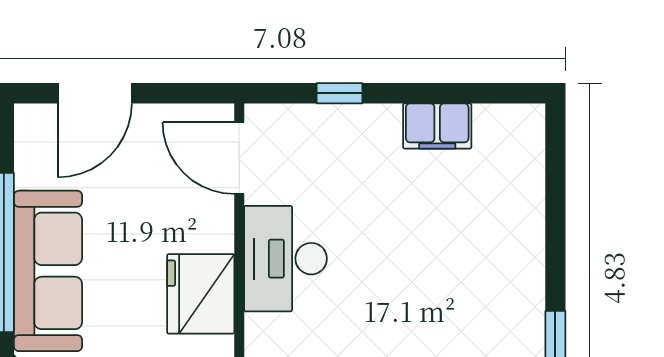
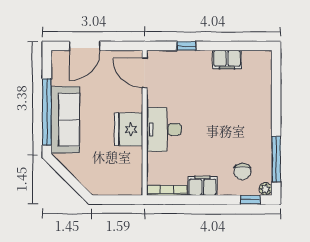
desk: (285, 259) -> (164, 129), moved

